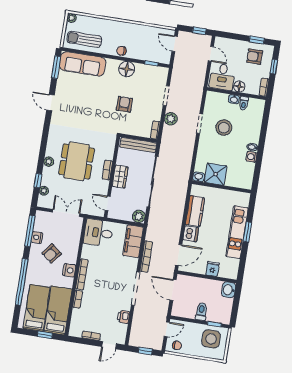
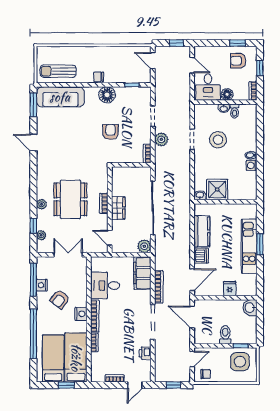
plant: (72, 18) -> (41, 51), removed
bench: (138, 145) -> (132, 172), removed
desk: (98, 233) -> (105, 285), moved

